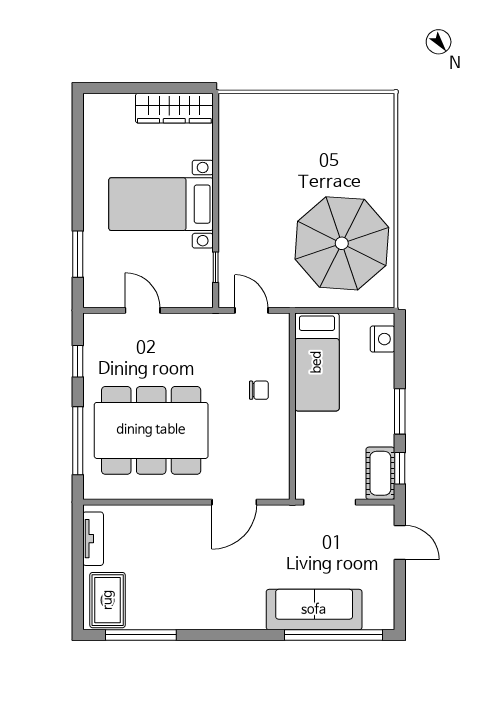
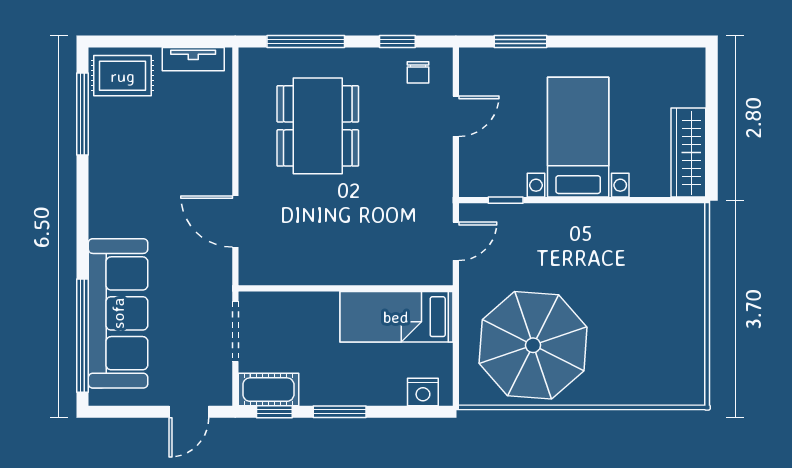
chair: (259, 390) -> (418, 72), moved
dining table: (151, 430) -> (318, 126), width x0.73, depth x0.80
sofa: (314, 610) -> (118, 313), width x1.36, depth x1.27

